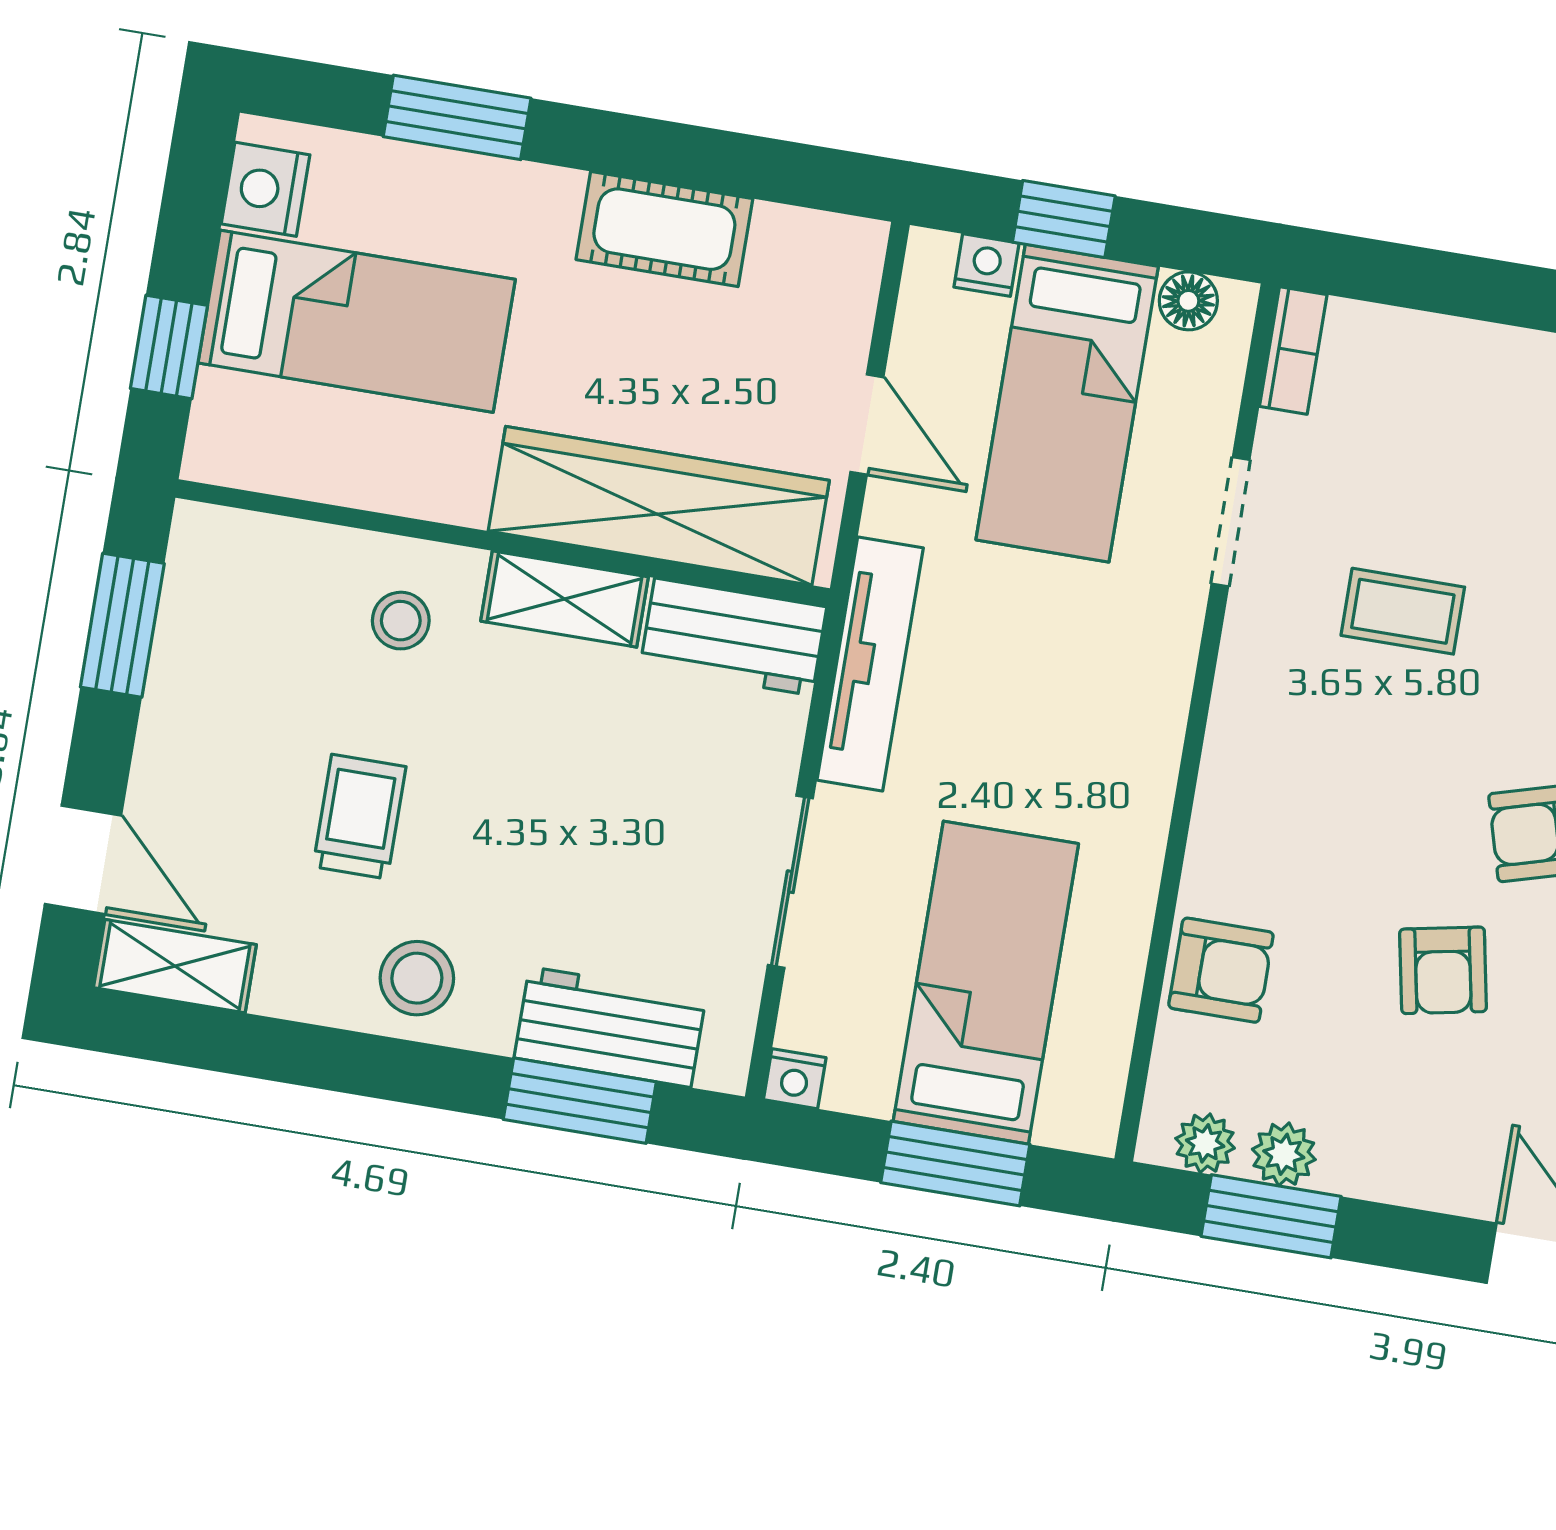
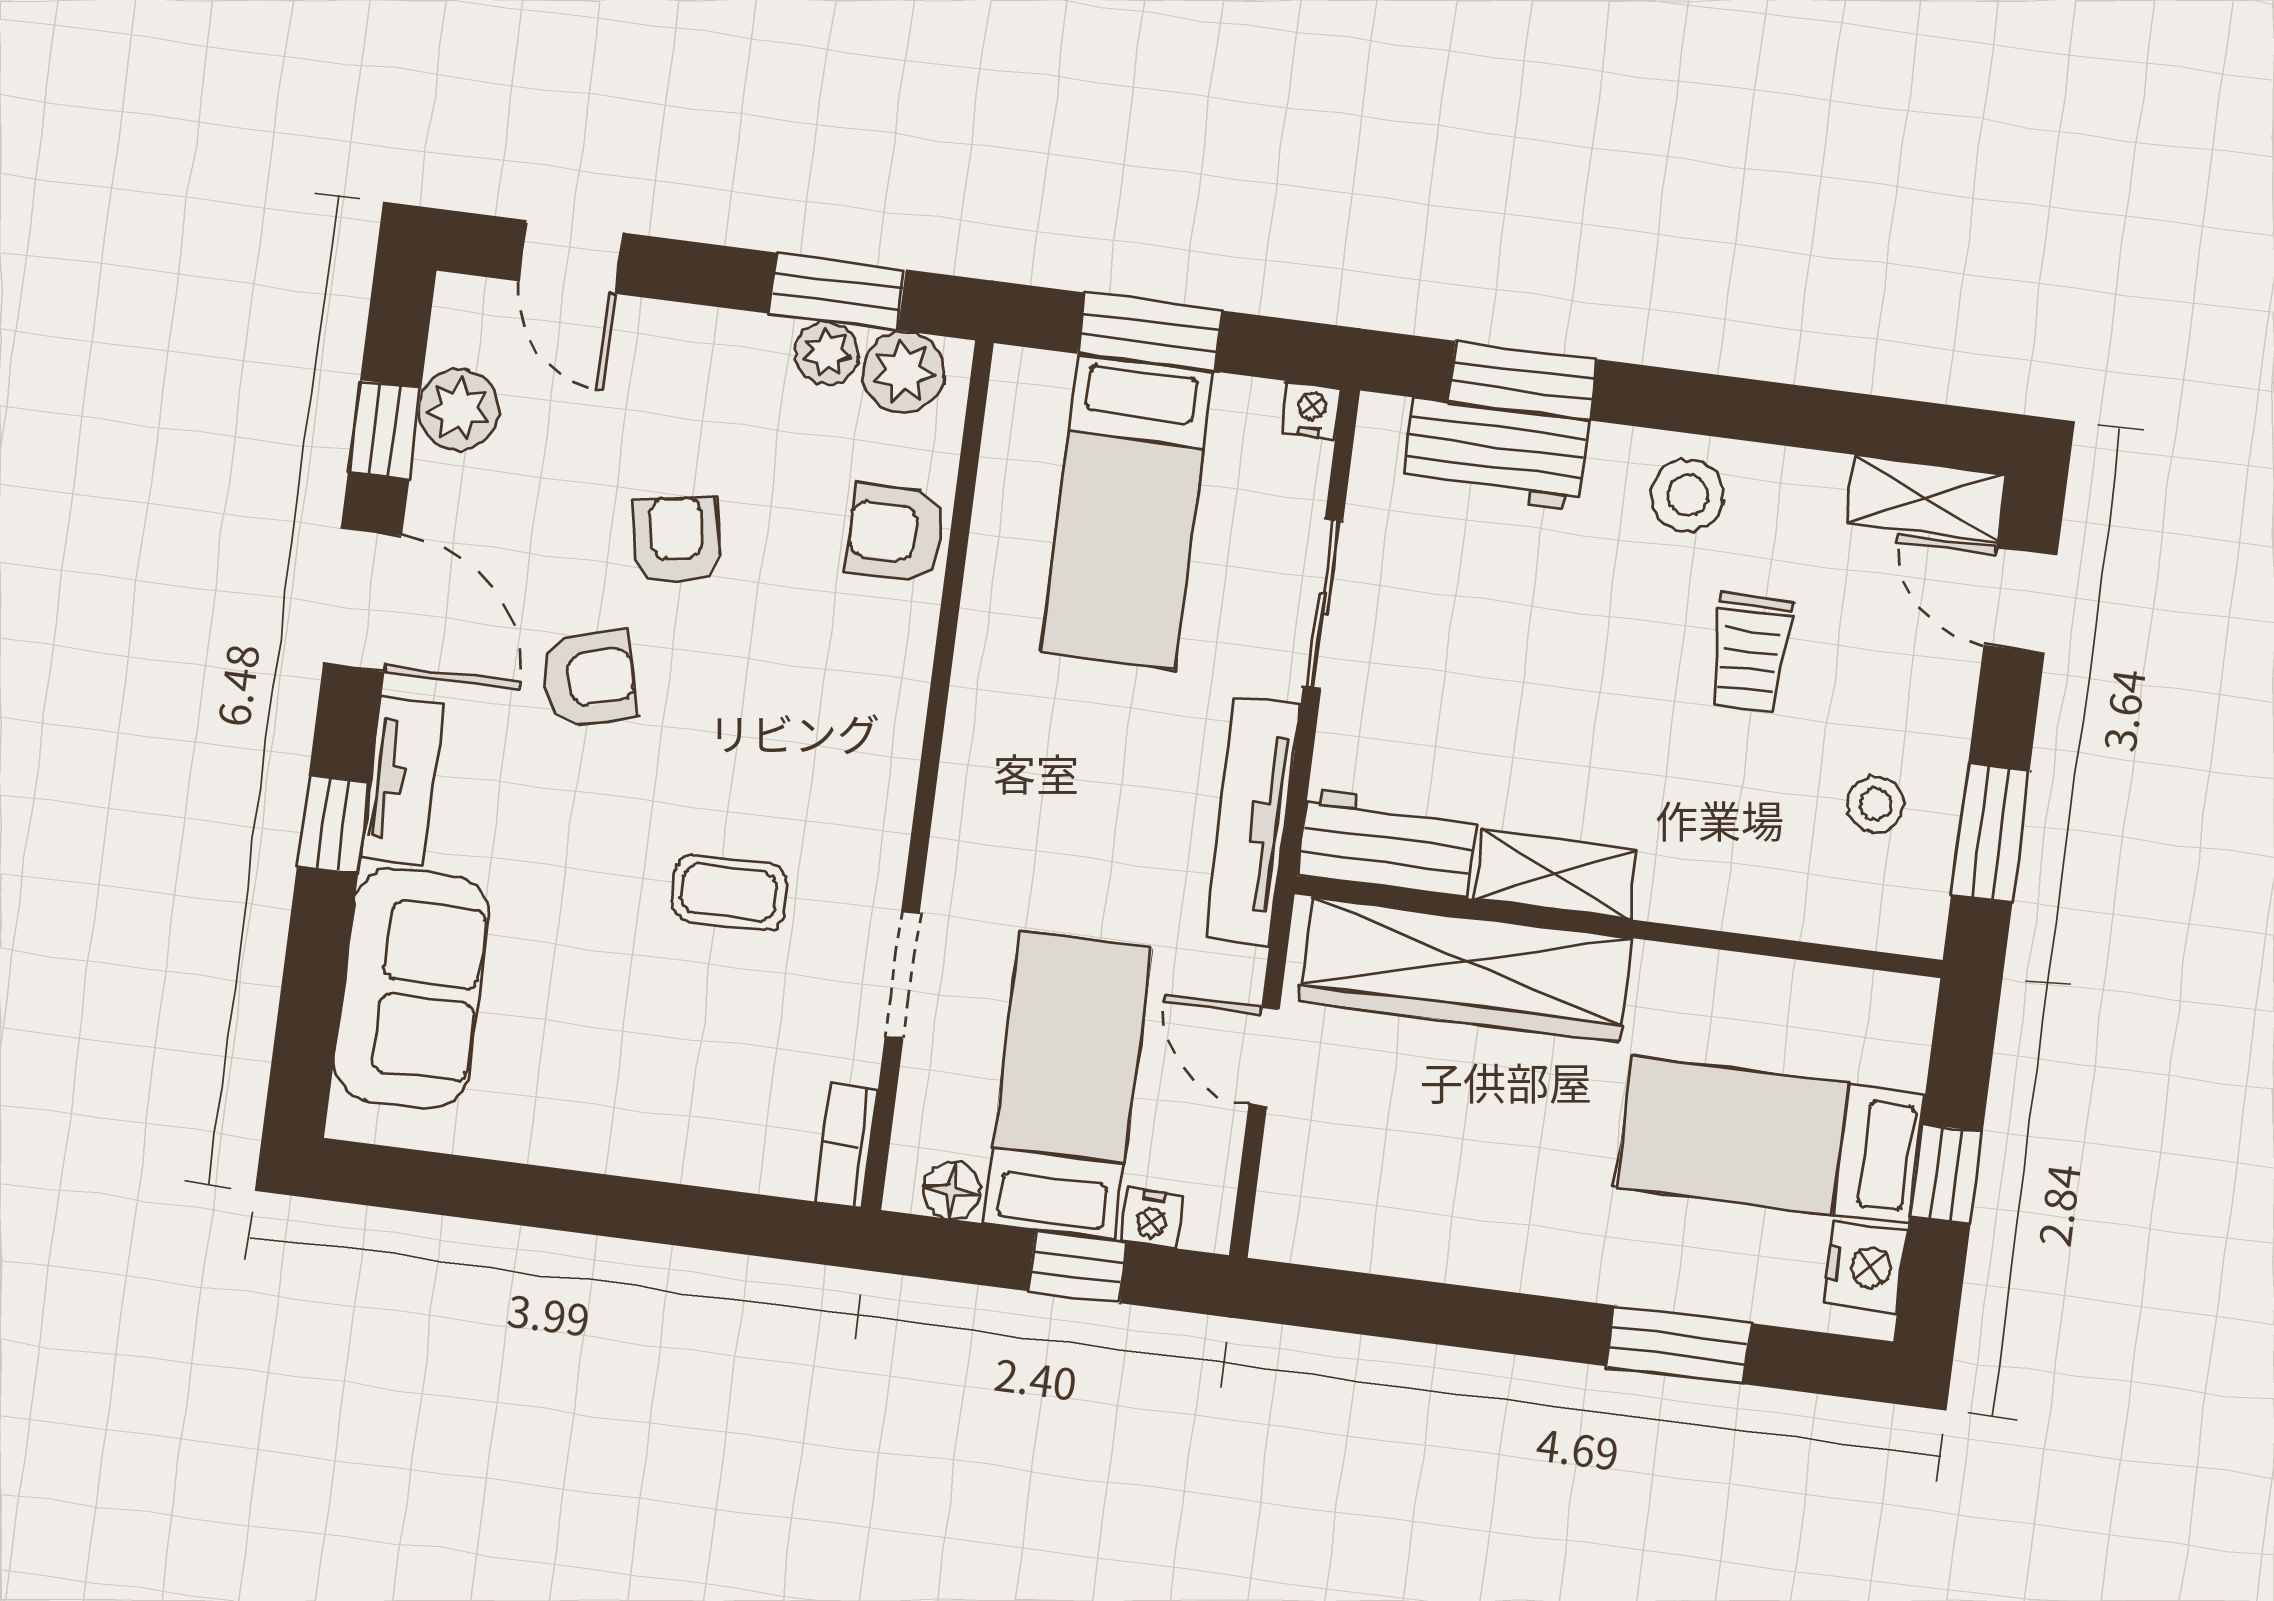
cot: (664, 229) -> (1471, 1242), removed
window: (169, 347) -> (1946, 1174), moved
stool: (401, 621) -> (1876, 804), moved
plant: (1205, 1143) -> (903, 372), width x1.38, depth x1.38

